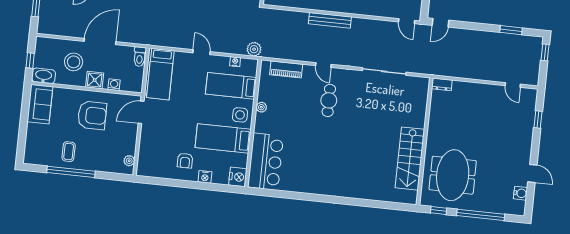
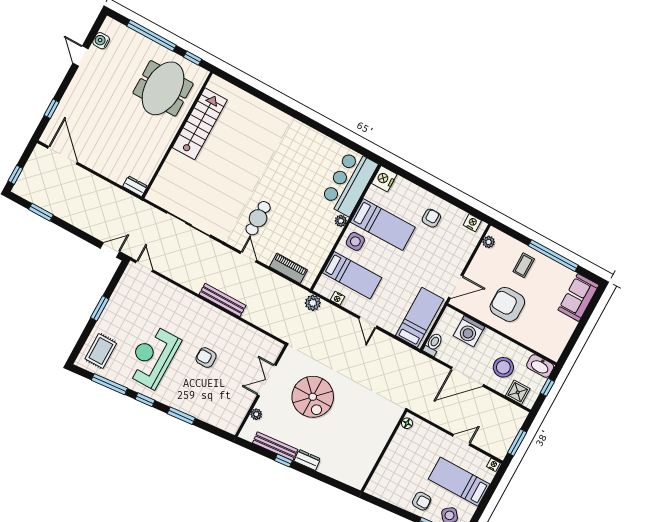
shower: (95, 80) -> (518, 392), moved
washing machine: (114, 85) -> (469, 331), width x1.89, depth x1.89
door: (513, 85) -> (63, 155), width x1.87
sofa: (40, 104) -> (578, 297), moved
plant: (261, 107) -> (341, 221), moved
coffee table: (69, 152) -> (524, 265), moved
nightstand: (205, 177) -> (472, 223), moved

